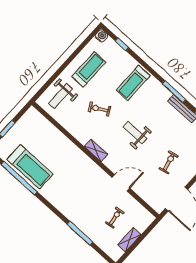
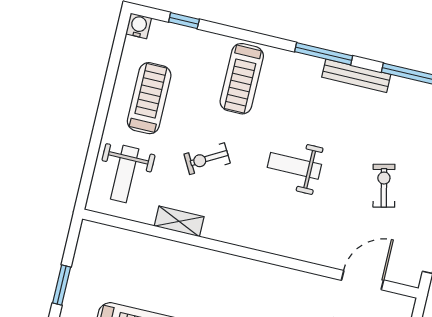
shelving: (96, 150) -> (179, 221), moved
door: (121, 183) -> (363, 280), moved

